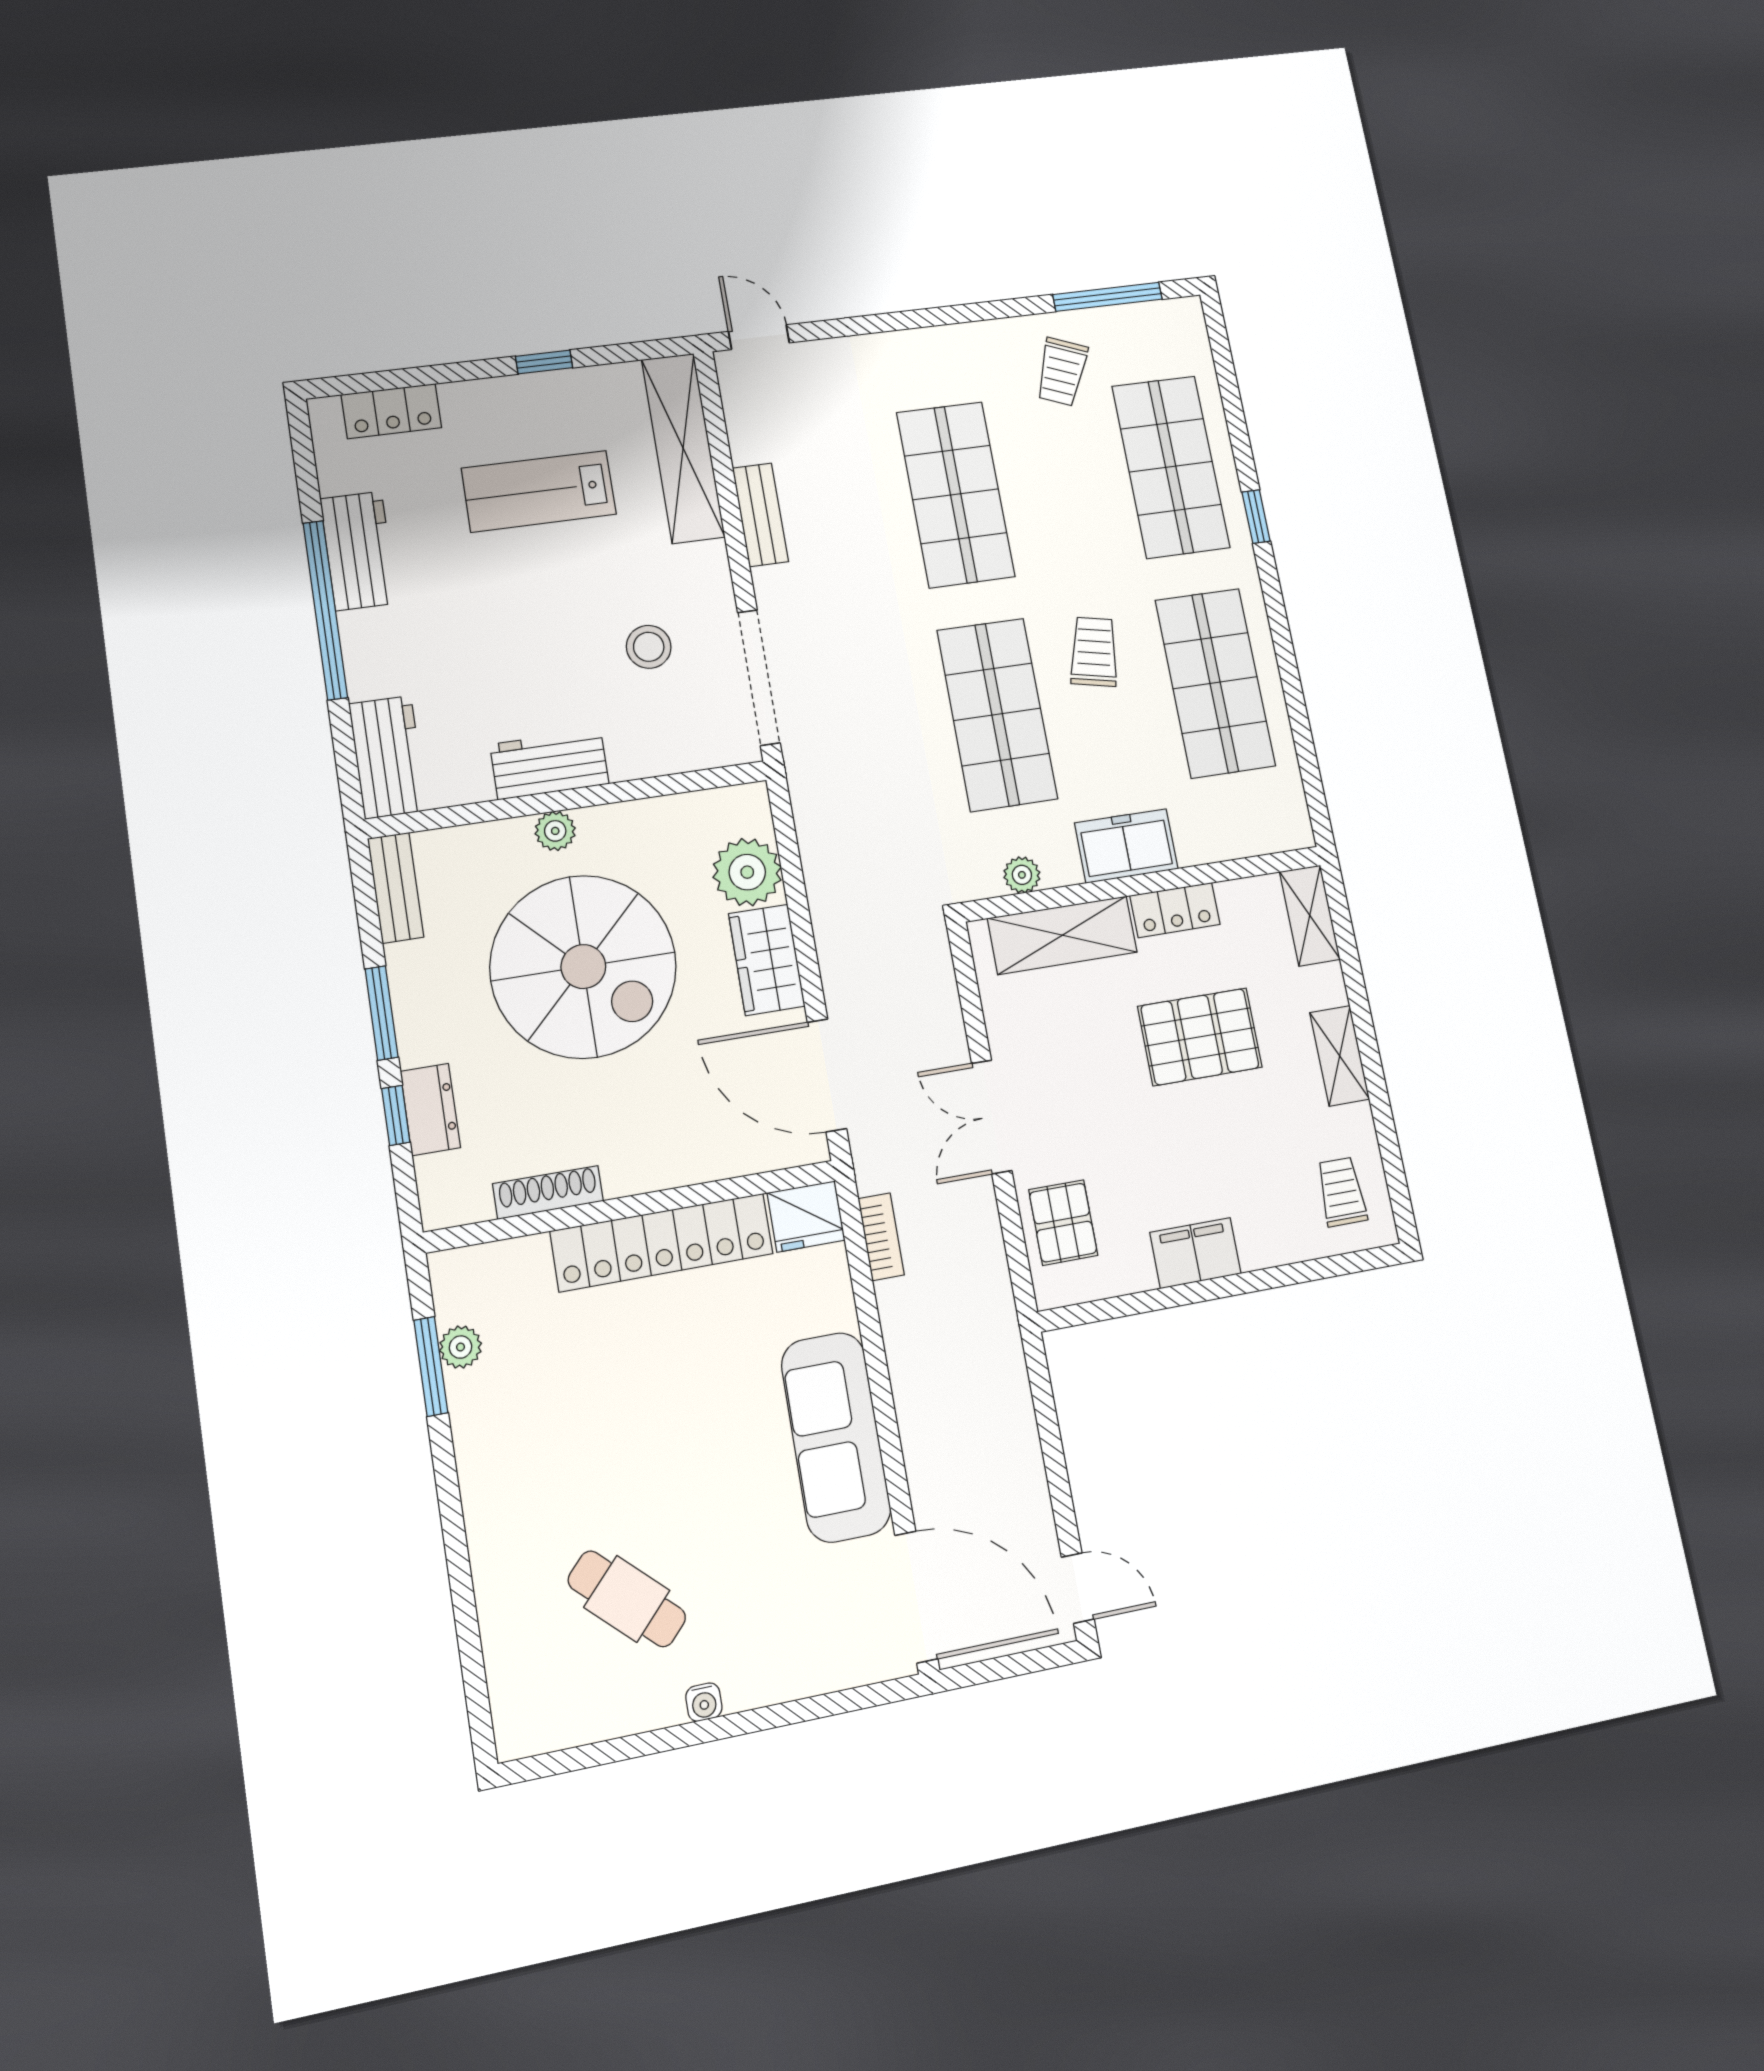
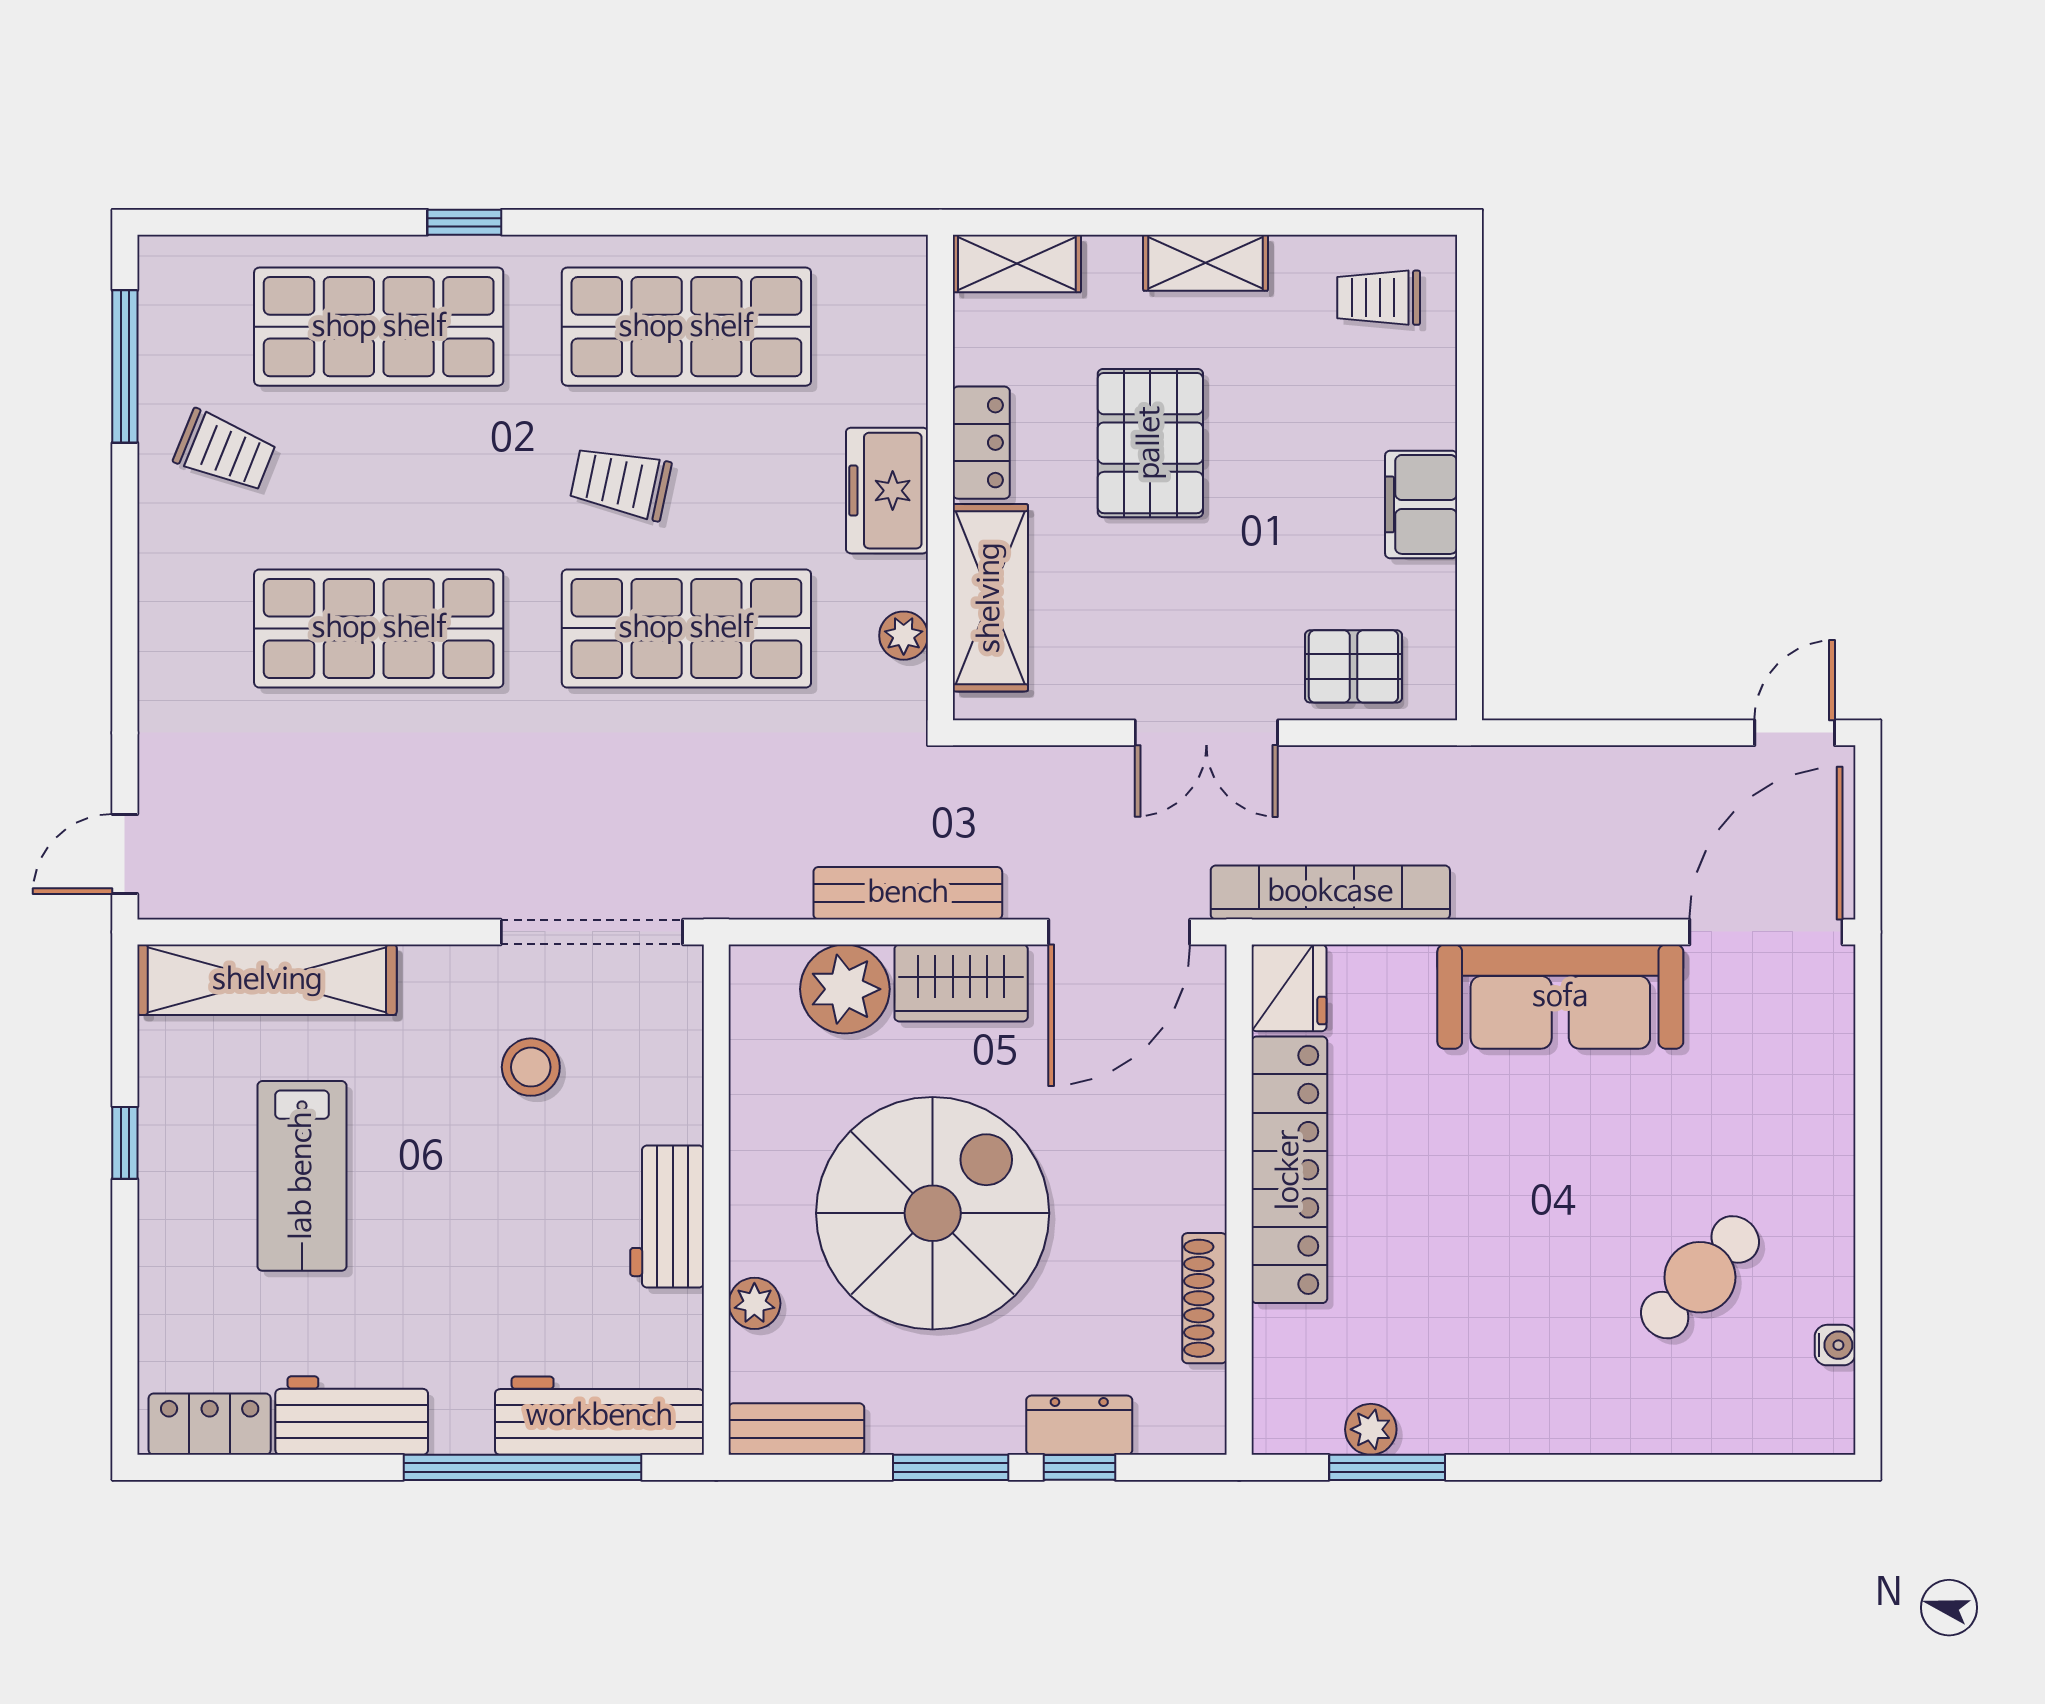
locker: (391, 411) -> (210, 1424), moved, turned -90
bench: (760, 515) -> (908, 893), moved, width x1.36
window: (325, 610) -> (522, 1467), moved
workbench: (388, 757) -> (599, 1416), width x1.38
plant: (555, 831) -> (754, 1303), moved
bookcase: (881, 1237) -> (1330, 892), width x2.31, depth x1.31
water cooler: (704, 1702) -> (1835, 1345), moved

